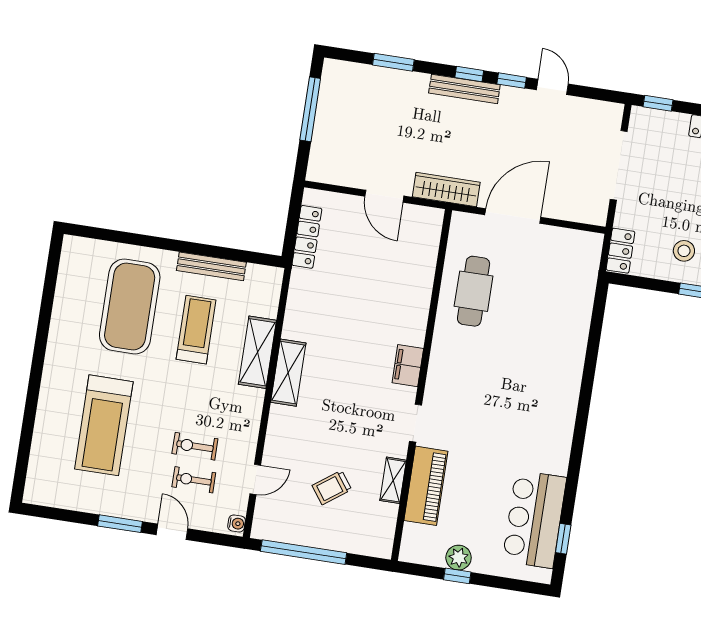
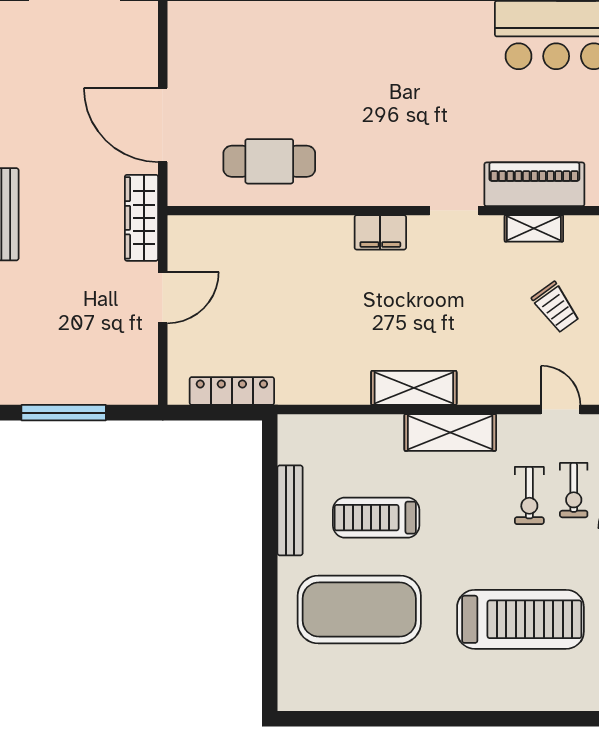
shelving: (257, 352) -> (450, 433), moved

